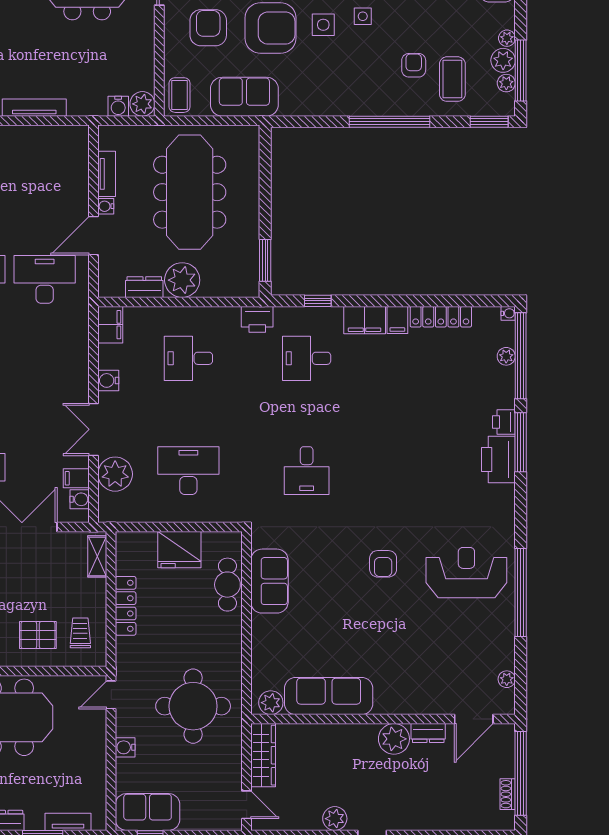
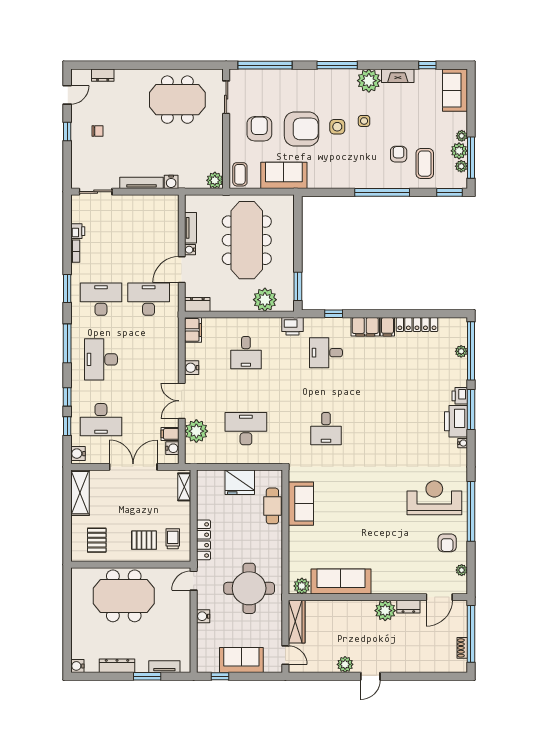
water cooler: (118, 106) -> (171, 182), moved
plant: (182, 280) -> (265, 300), moved
dresser: (144, 287) -> (197, 304), moved
water cooler: (508, 313) -> (463, 443), moved
desk: (188, 358) -> (246, 353), turned -90
armchair: (383, 564) -> (447, 543), moved
locker: (126, 606) -> (203, 540), moved
sofa: (148, 812) -> (241, 660), moved

